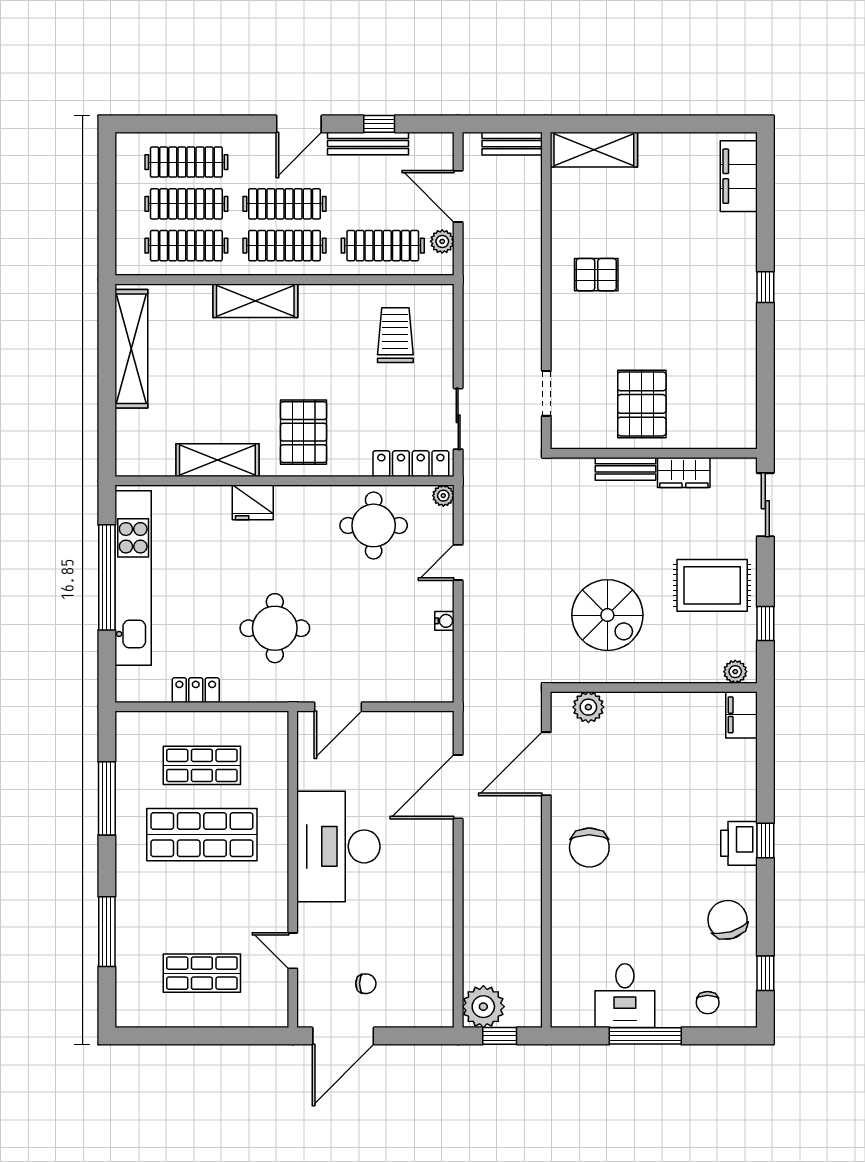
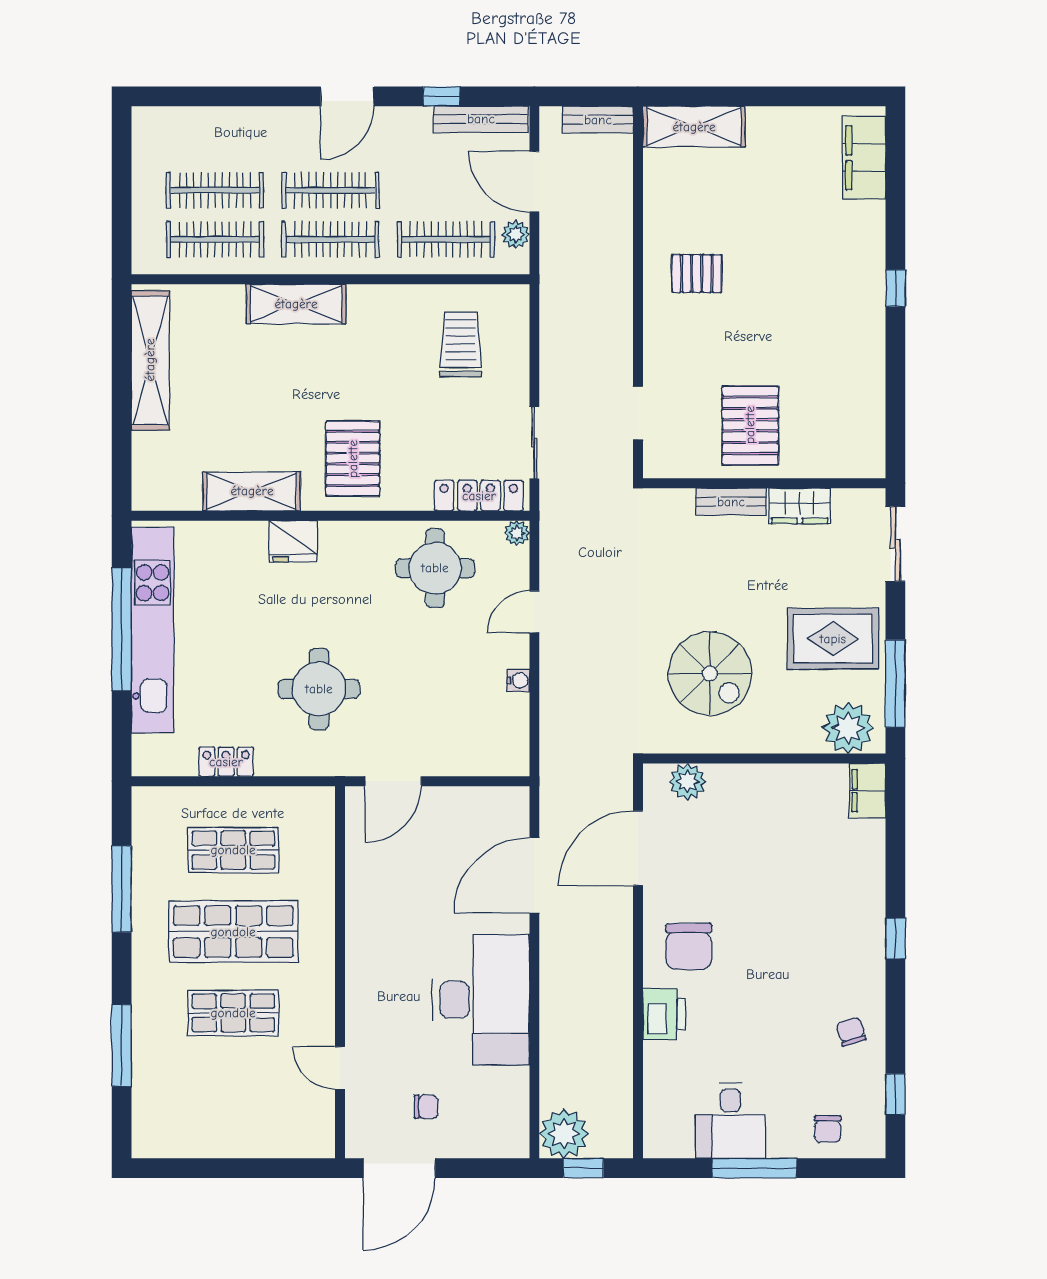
bench: (368, 143) -> (481, 119), moved
clothes rail: (186, 162) -> (215, 141), removed
window: (765, 624) -> (895, 683), width x2.17
plant: (735, 672) -> (848, 728), width x1.88, depth x1.88
printer: (739, 843) -> (664, 1014), moved, turned 180
desk: (338, 846) -> (481, 1000), moved, turned 180
chair: (728, 920) -> (851, 1032), width x0.54, depth x0.54
shop shelf: (202, 973) -> (233, 1013), moved

